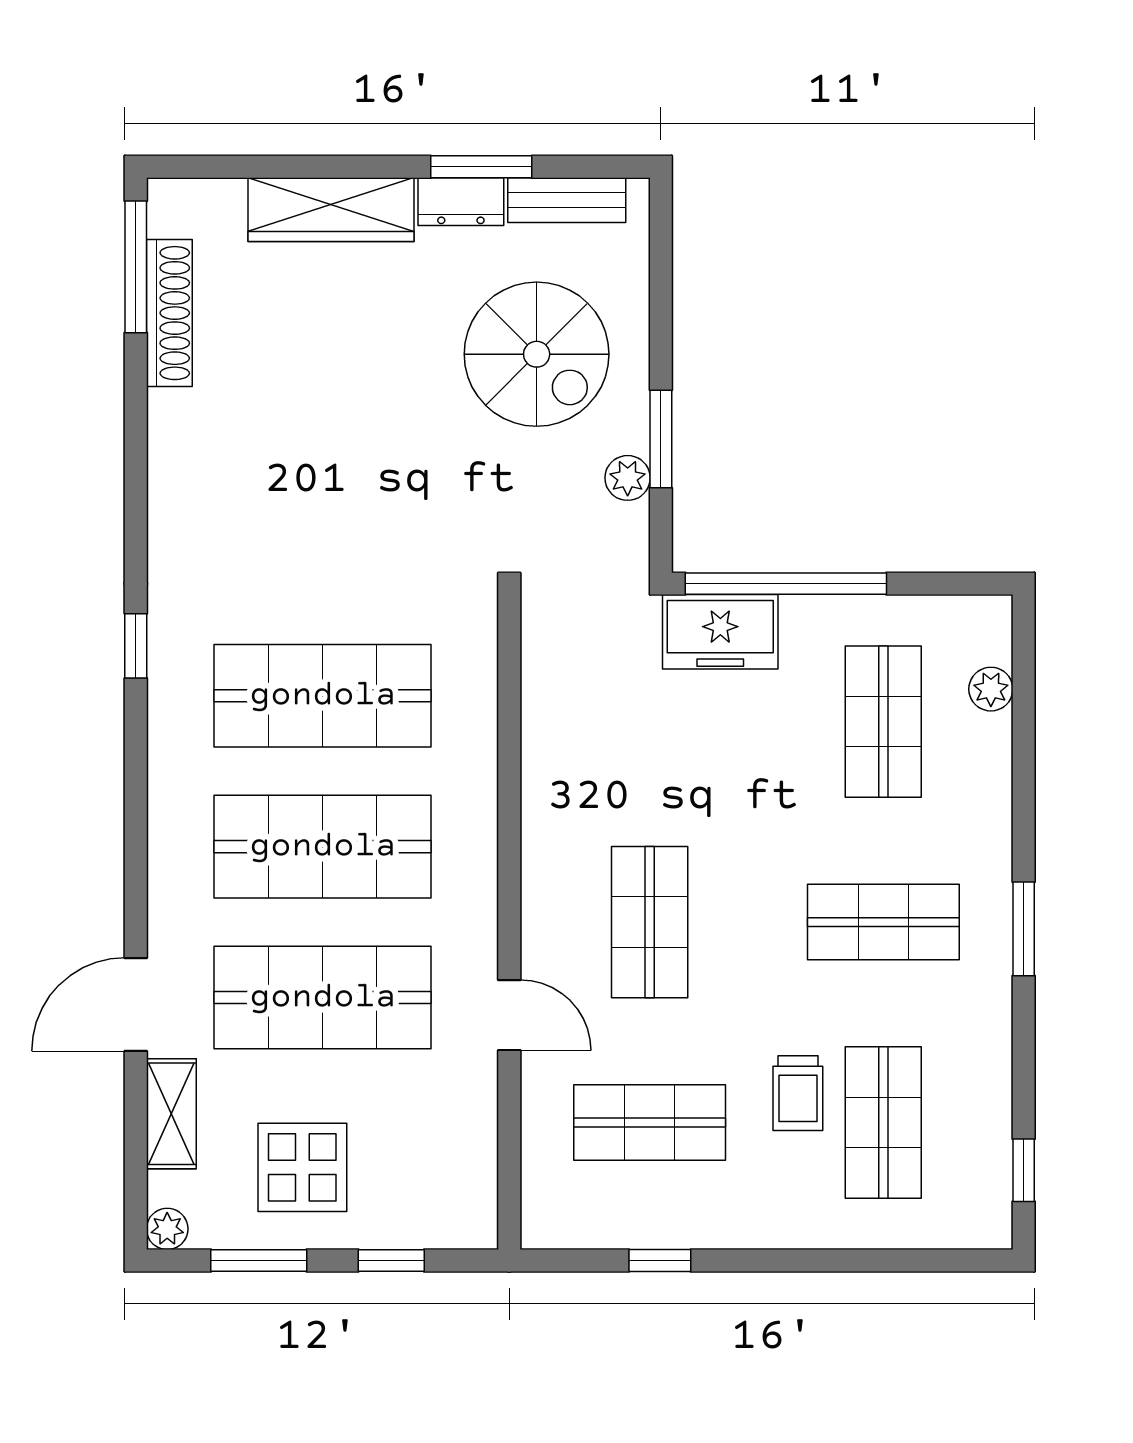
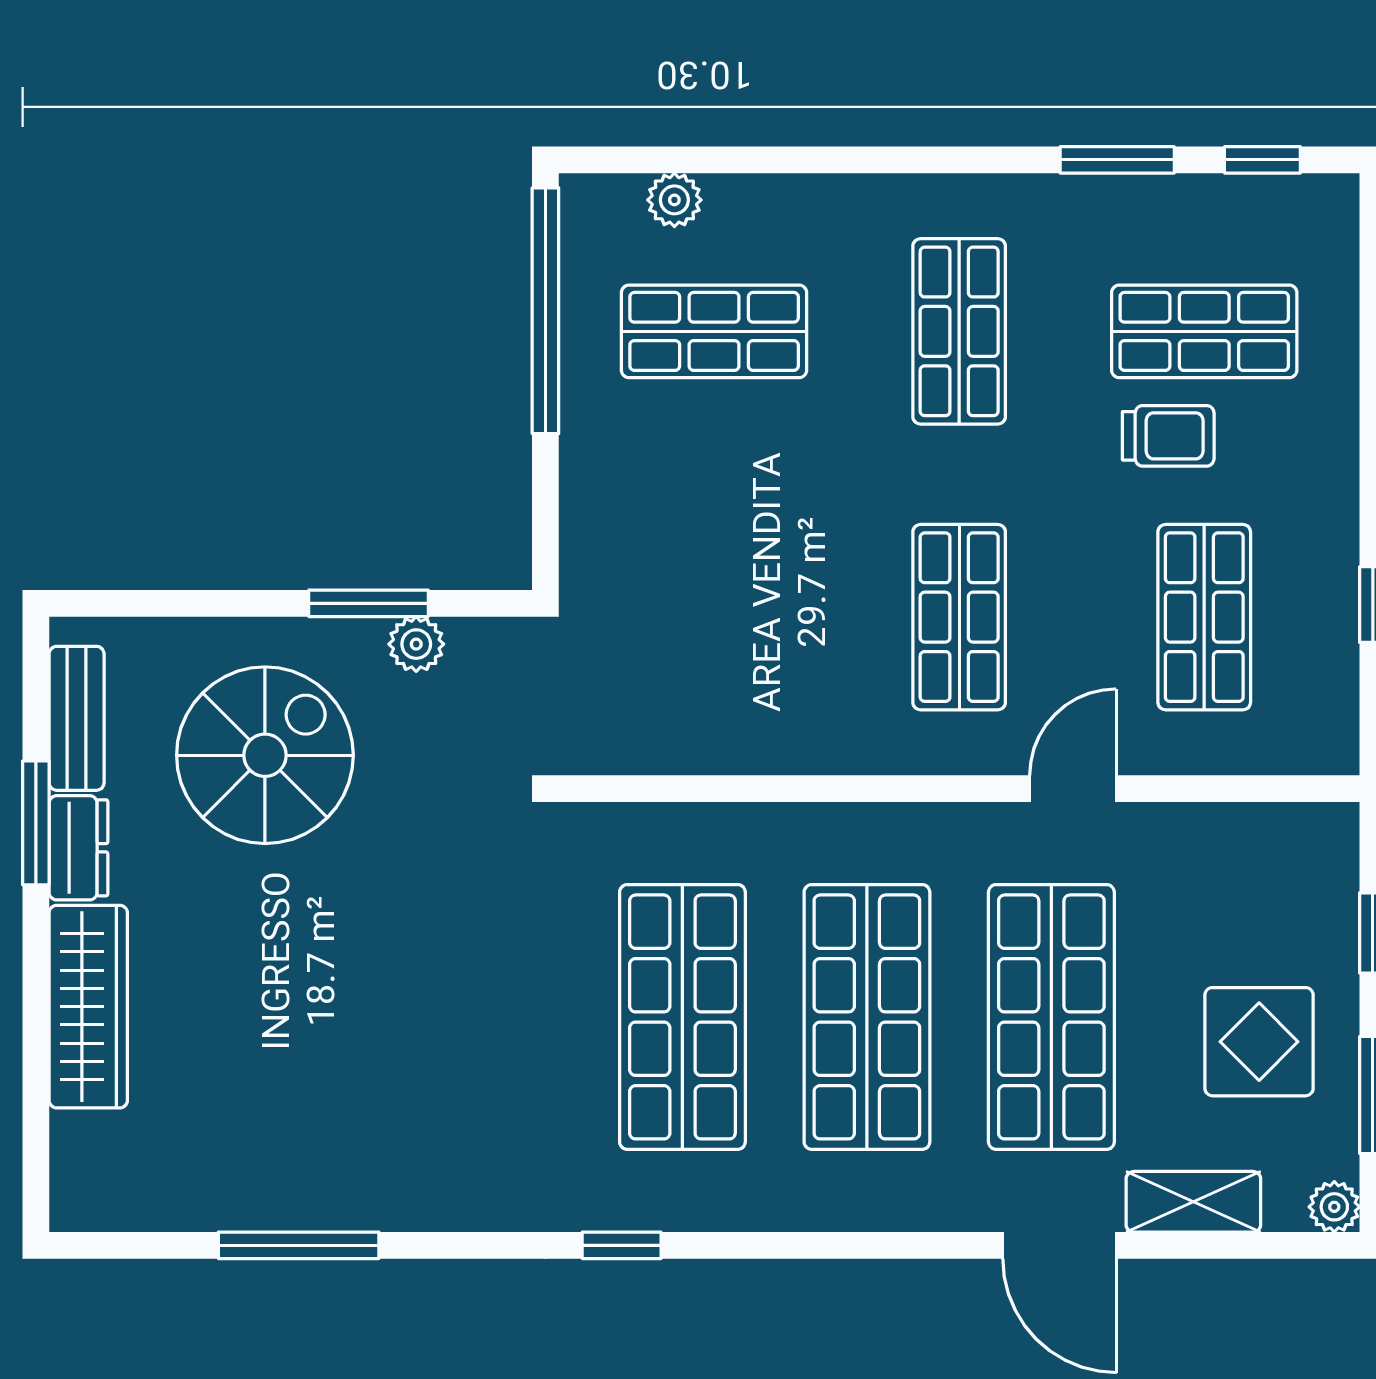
window: (136, 267) -> (299, 1245), moved
shoe rack: (169, 313) -> (215, 1204), removed
window: (786, 584) -> (545, 311), moved
freezer: (720, 632) -> (604, 531), removed
shop shelf: (650, 922) -> (959, 617), turned 90
window: (1024, 929) -> (1117, 160), moved

